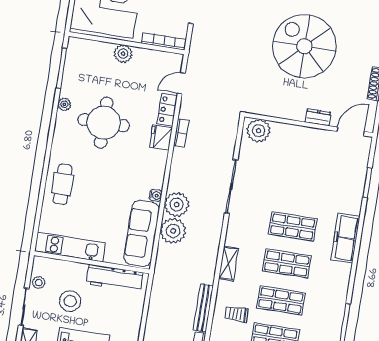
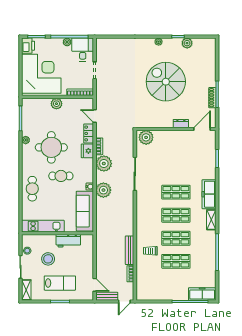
door: (181, 83) -> (95, 116), hinge flipped
cafe table: (112, 171) -> (61, 176), added
plant: (173, 231) -> (104, 164), moved
shelving: (228, 263) -> (211, 220), moved
workbench: (115, 278) -> (68, 241), width x0.73

